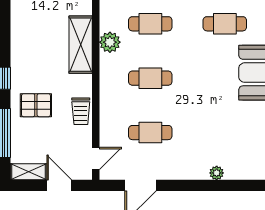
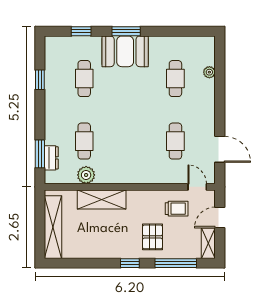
plant: (110, 42) -> (86, 175), moved
cafe table: (150, 78) -> (175, 79), moved
trolley: (81, 111) -> (177, 209), moved
plant: (217, 173) -> (209, 72), moved

